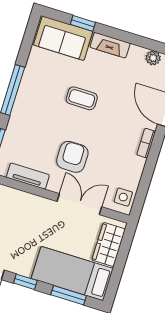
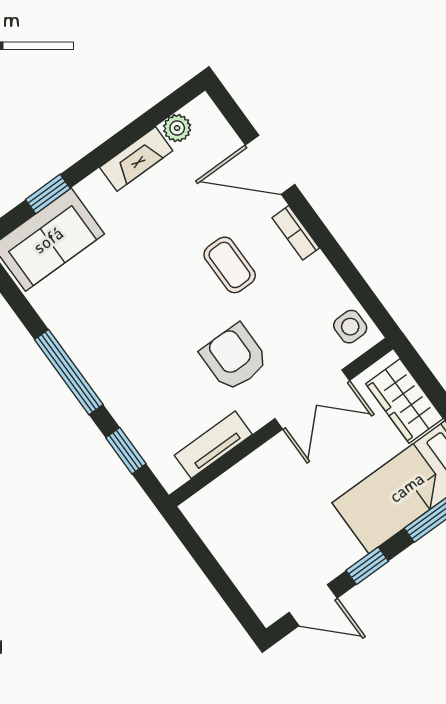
fireplace: (110, 45) -> (136, 159), moved
coffee table: (82, 98) -> (230, 265), moved, turned 90
double door: (79, 204) -> (312, 399), swing flipped

